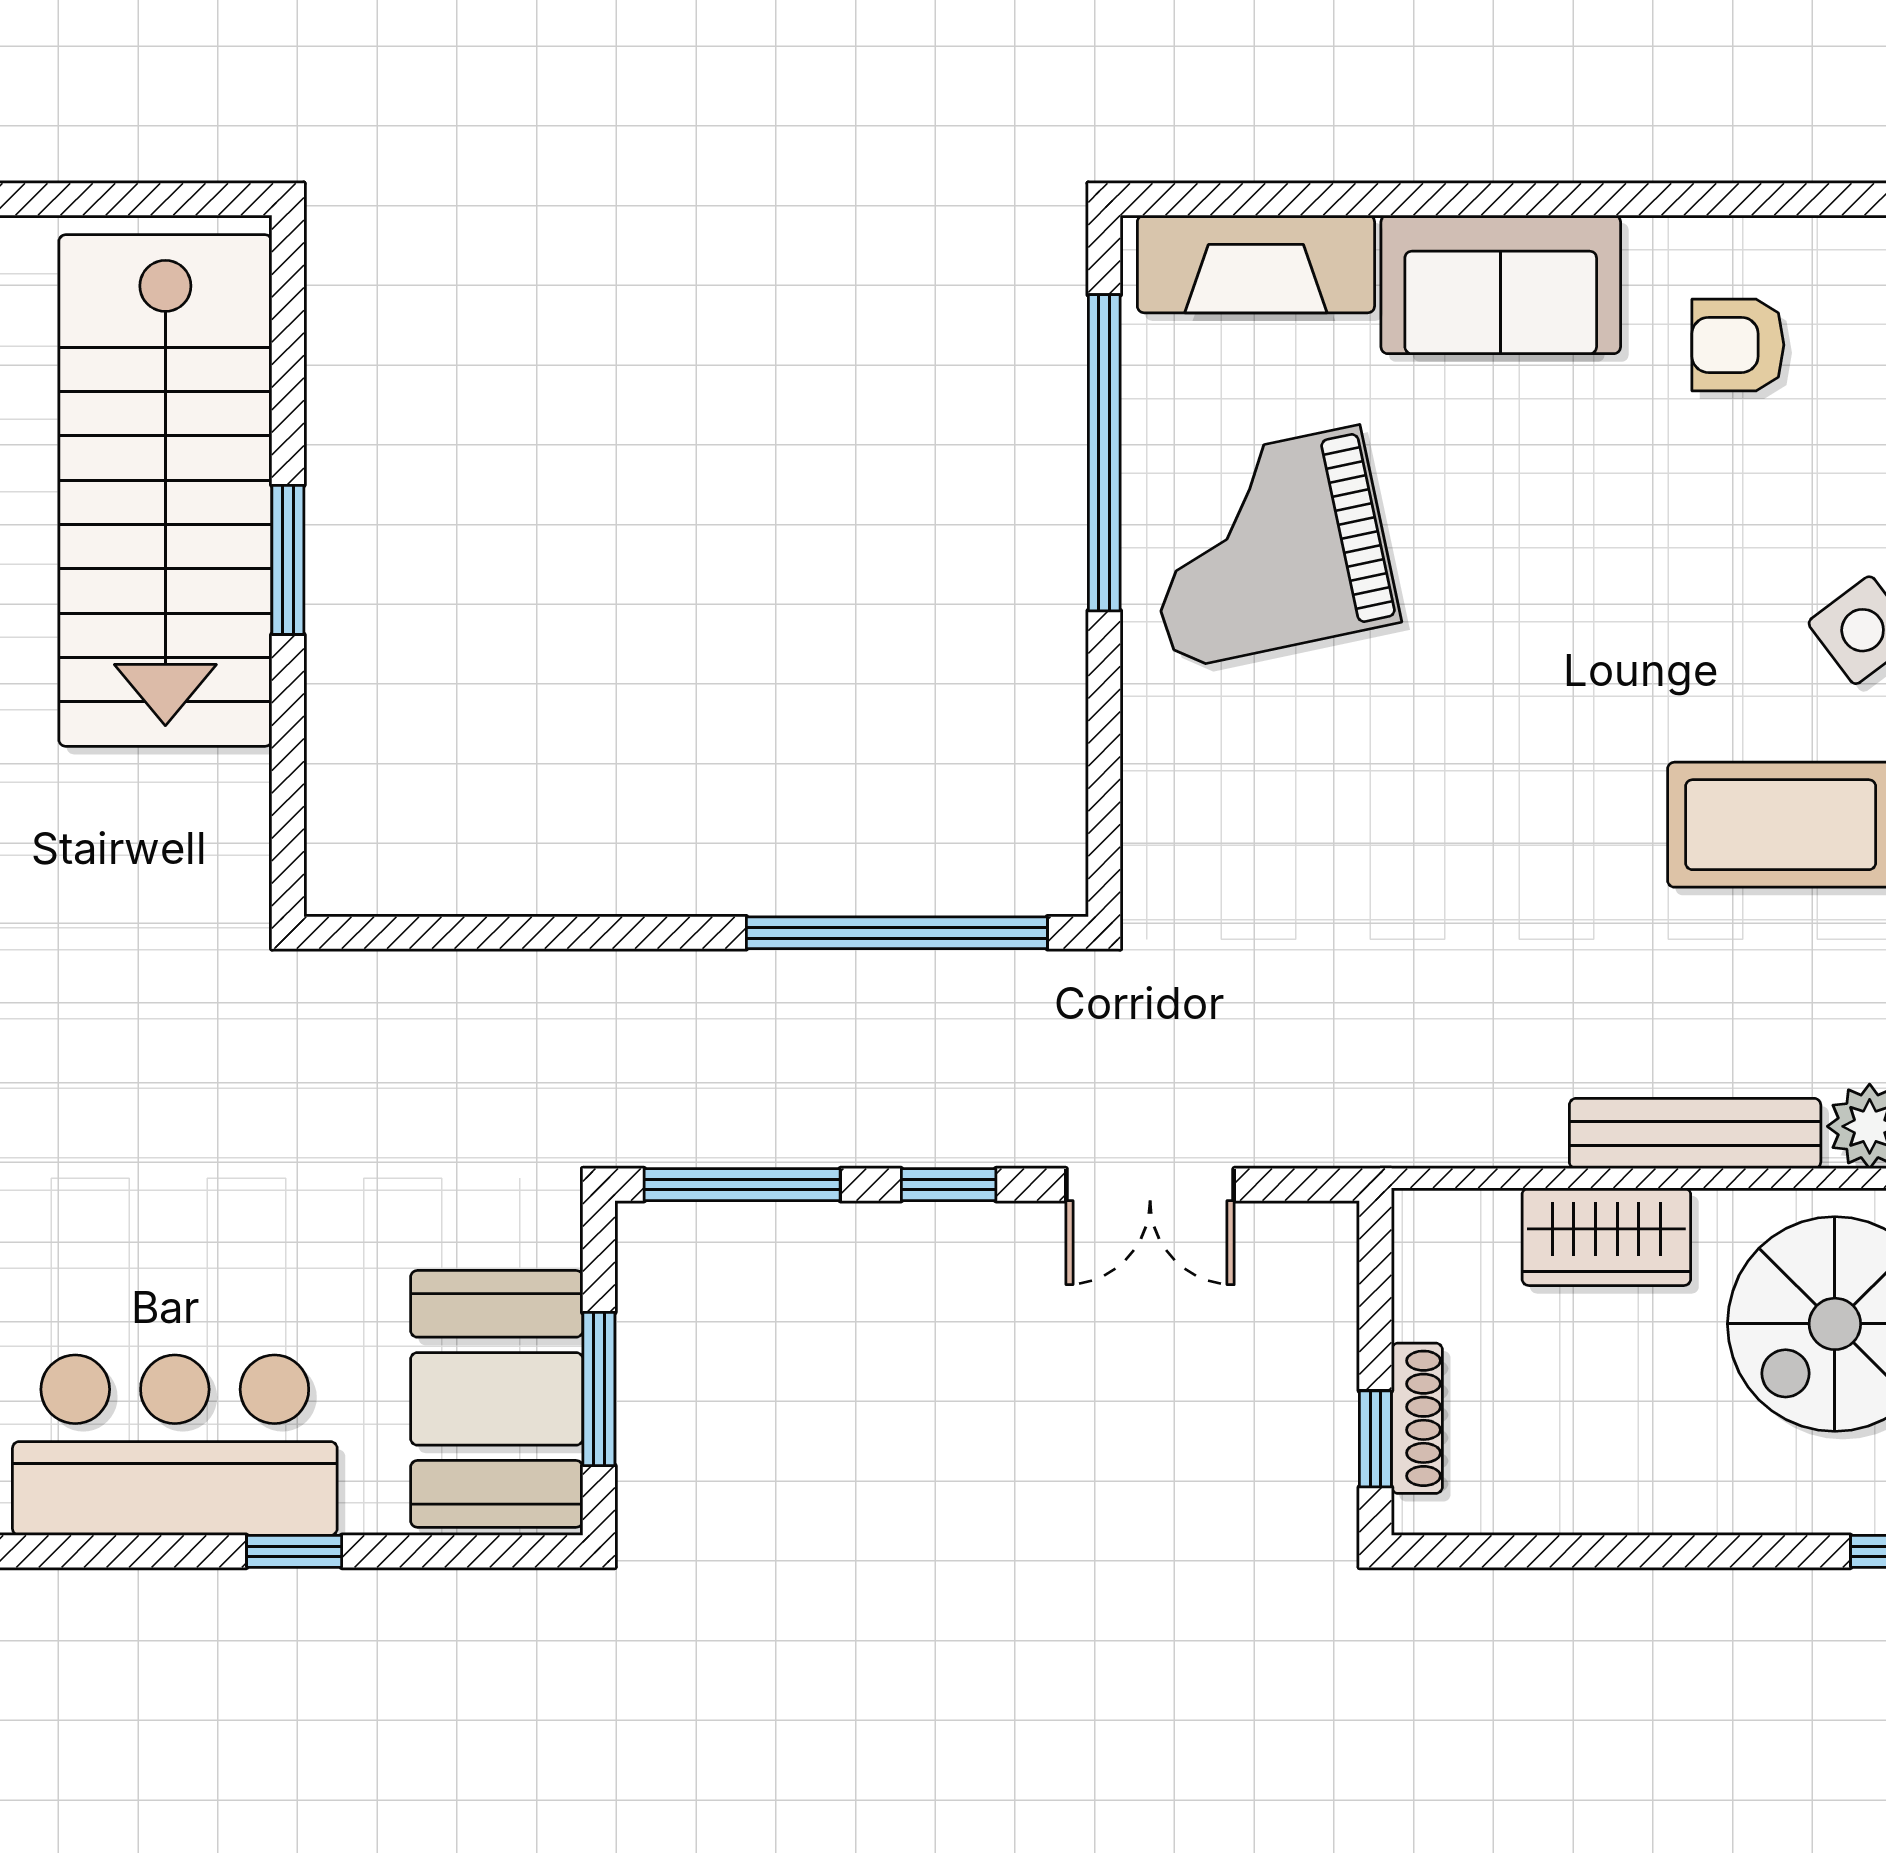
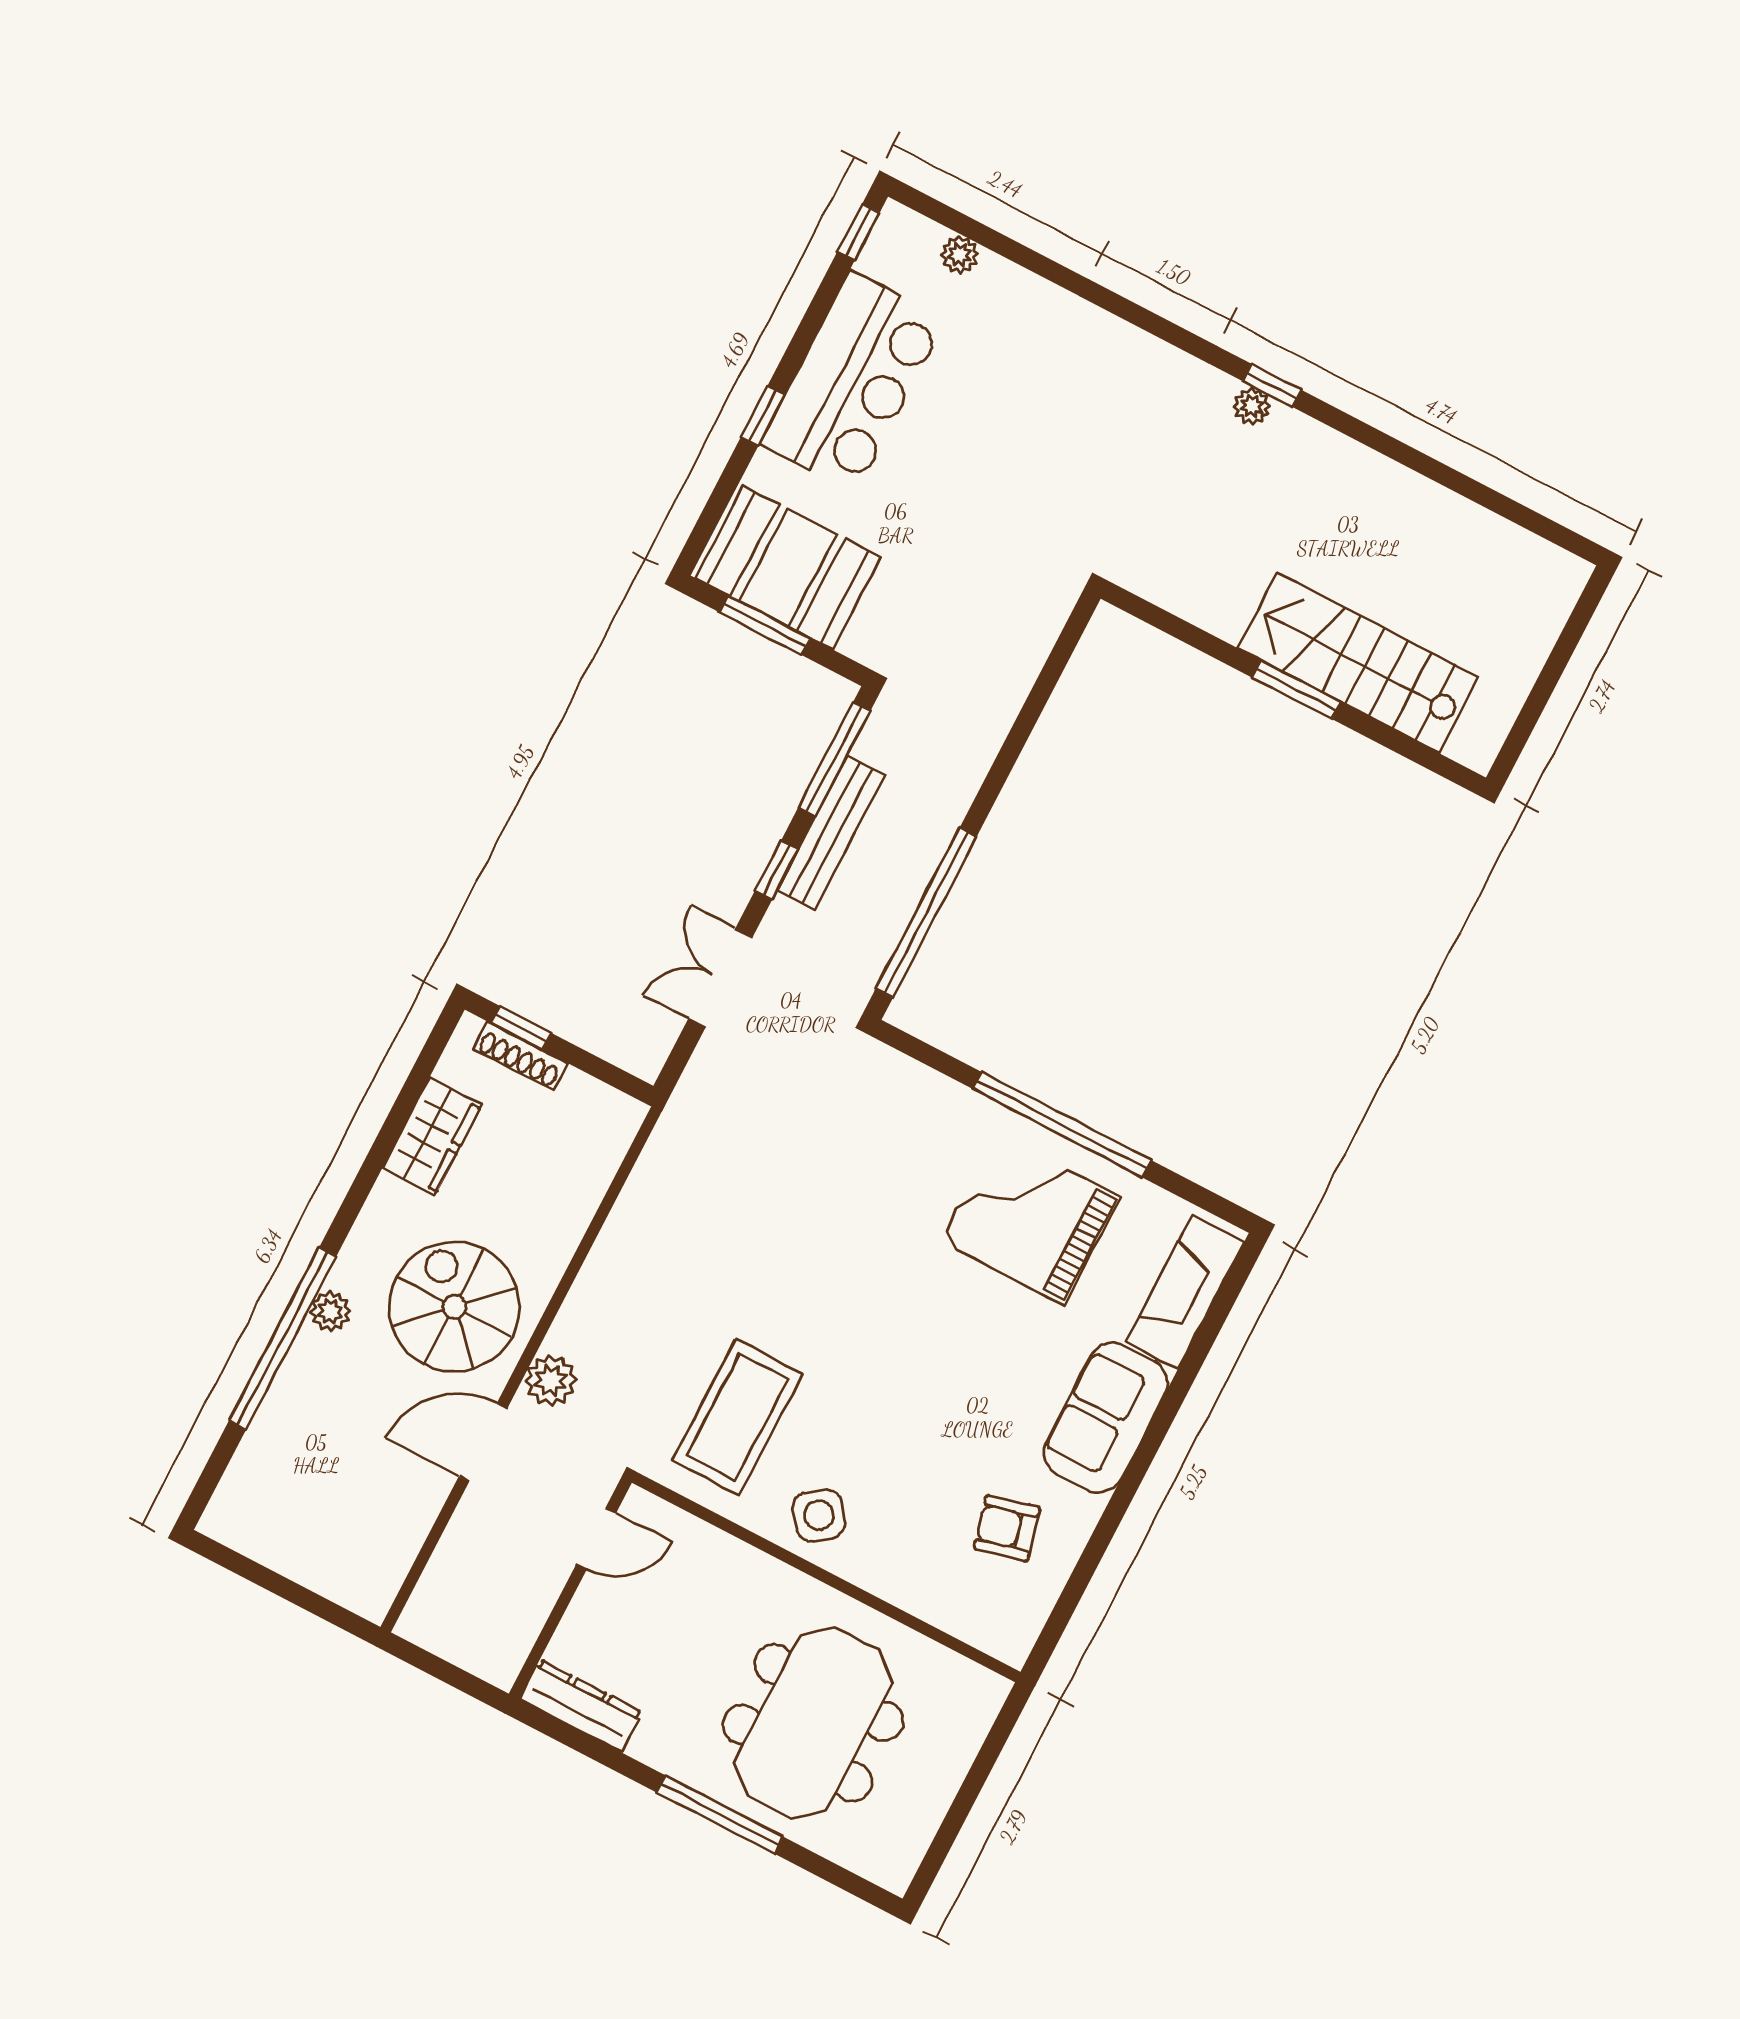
armchair: (1738, 345) -> (1007, 1528), turned -104
window: (1104, 453) -> (1062, 1125), moved
stairs: (165, 491) -> (1358, 663), width x0.73, depth x0.66
grand piano: (1267, 547) -> (1030, 1219), turned -78
bench: (1695, 1133) -> (831, 833), moved
wardrobe: (1606, 1237) -> (432, 1136), moved, turned 180

